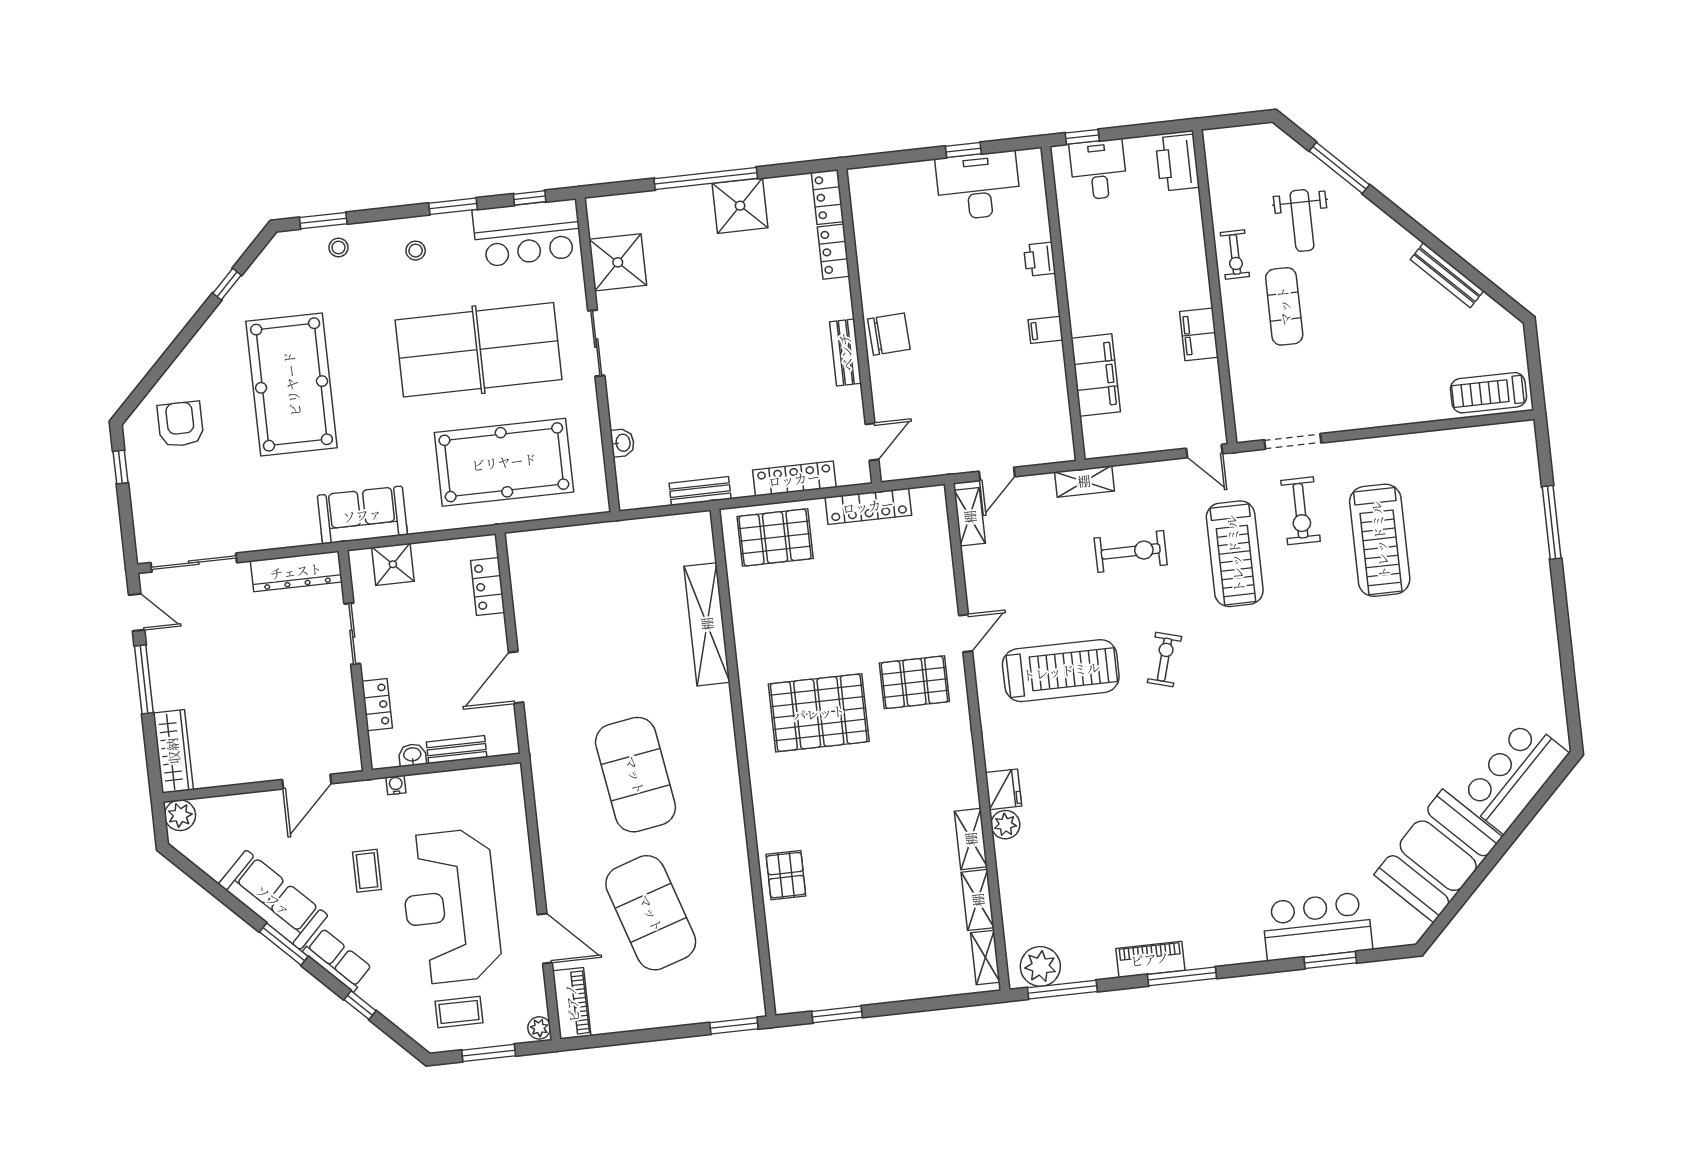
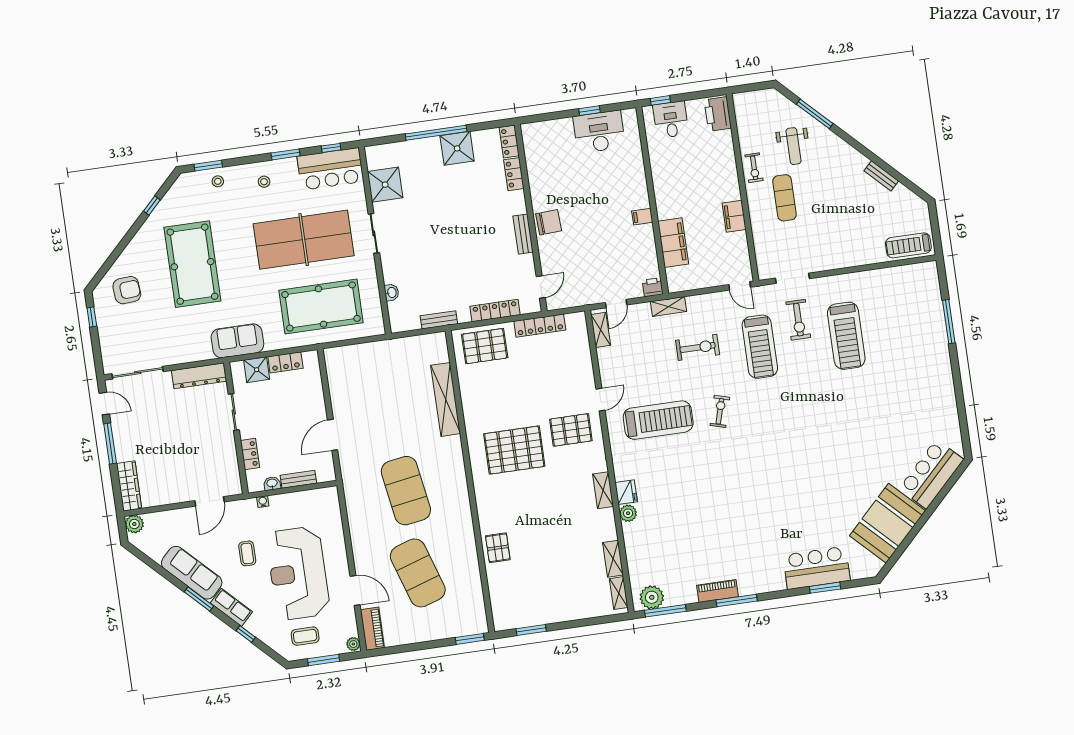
printer: (1040, 259) -> (653, 287), moved, turned 90
bench: (1447, 275) -> (881, 176), width x0.73
armchair: (180, 424) -> (127, 290), turned 86
locker: (488, 586) -> (285, 362), moved, turned -90
shelving: (971, 839) -> (603, 490), moved

